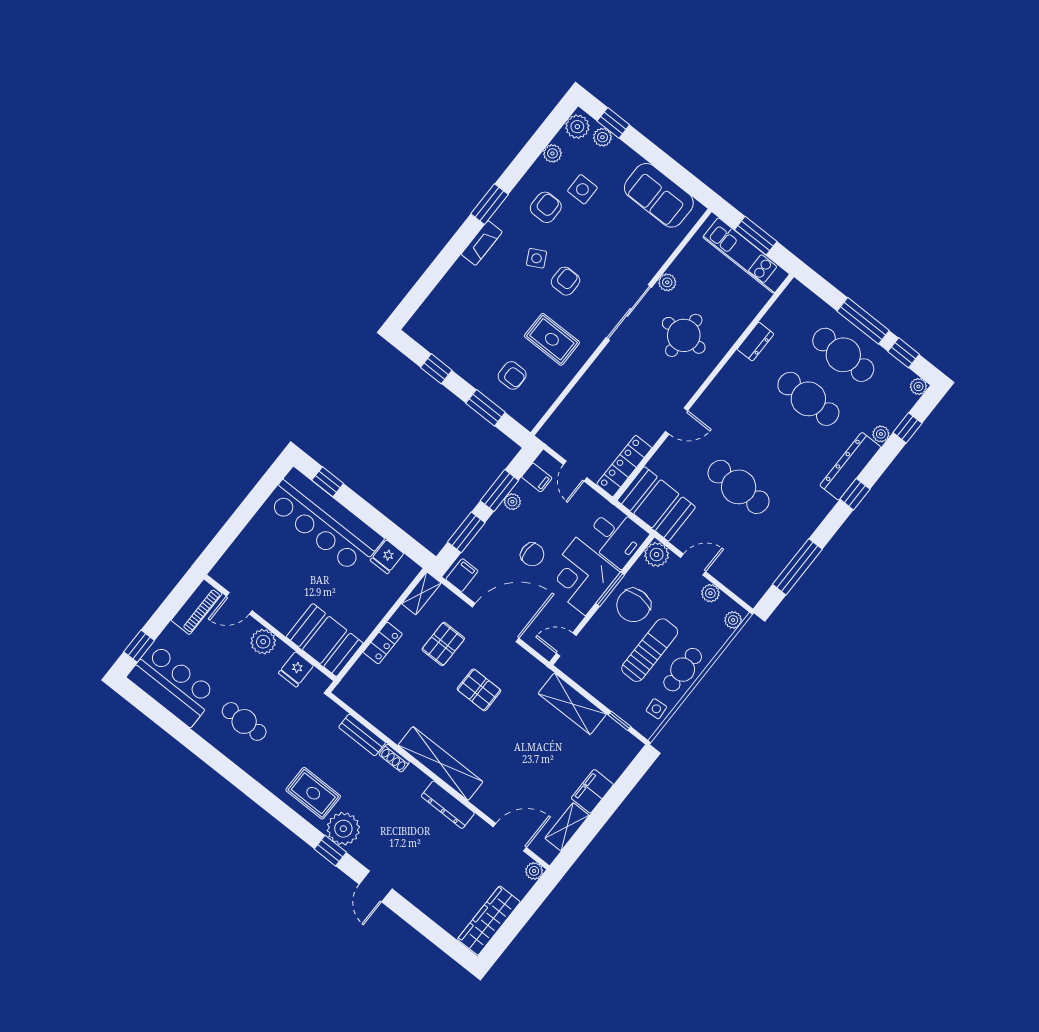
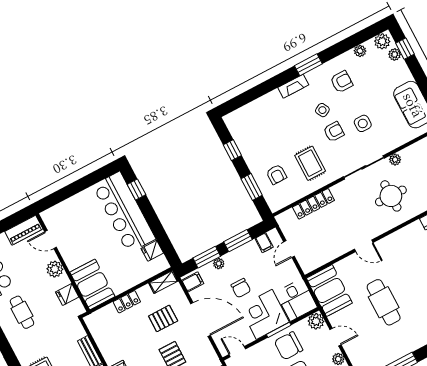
side table: (582, 189) -> (363, 123), moved
locker: (624, 466) -> (313, 204), moved, turned 180
plant: (512, 502) -> (219, 264), moved

